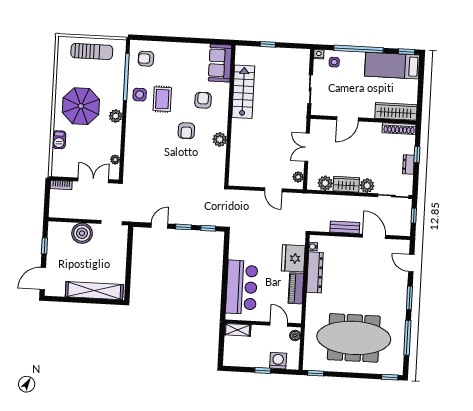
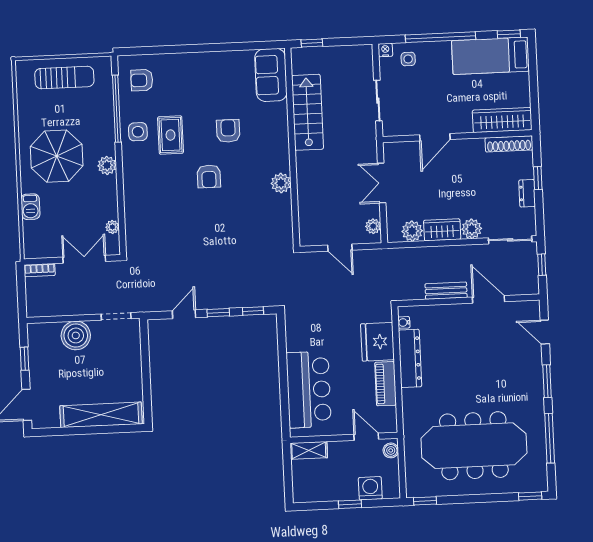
sofa: (220, 63) -> (271, 75), moved
stairs: (243, 92) -> (307, 112), moved
wall: (230, 115) -> (292, 147), moved
plant: (220, 140) -> (281, 183), moved

